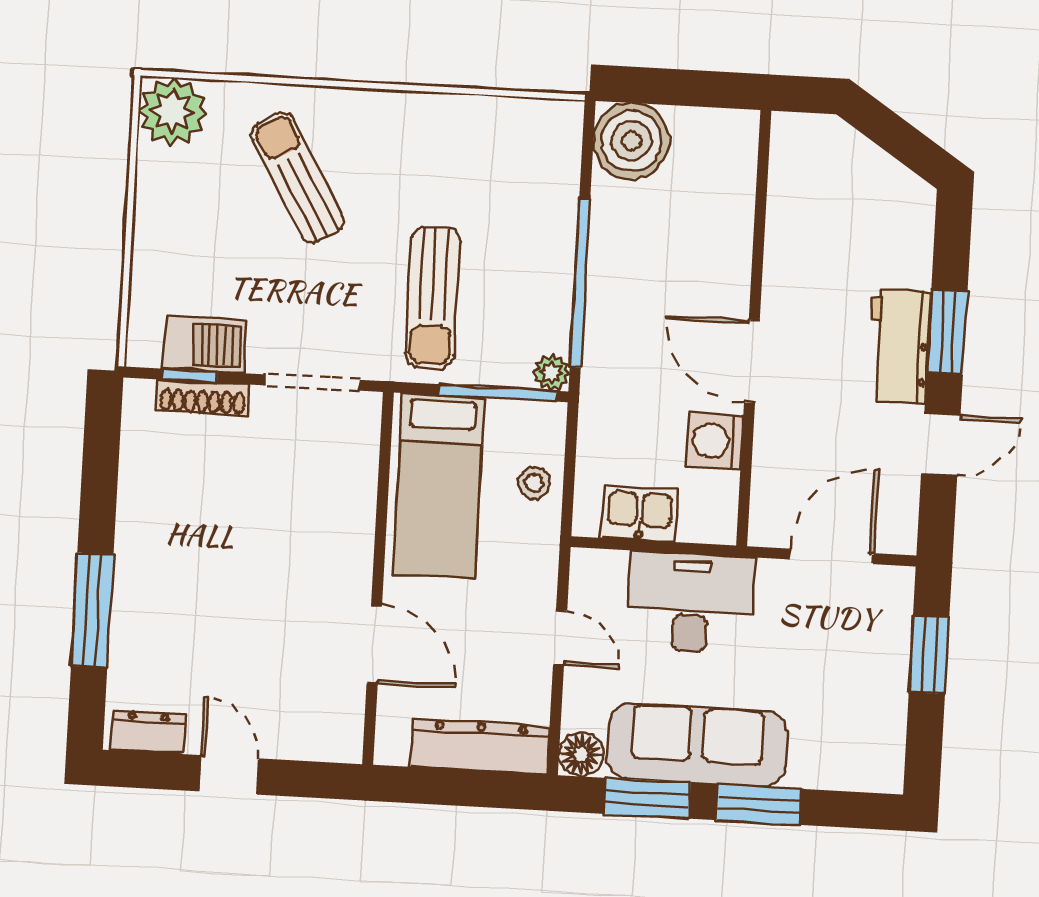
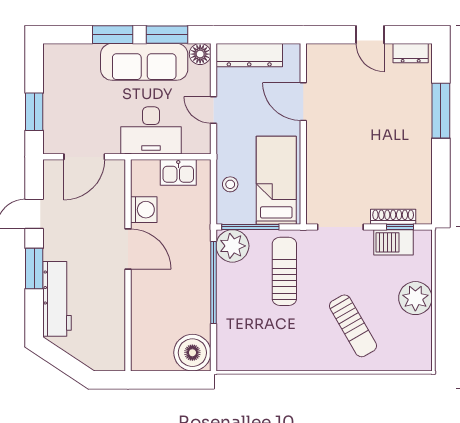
plant: (173, 112) -> (415, 298), moved
workbench: (899, 347) -> (57, 299), moved, width x1.38
plant: (551, 372) -> (232, 246), width x1.87, depth x1.87

